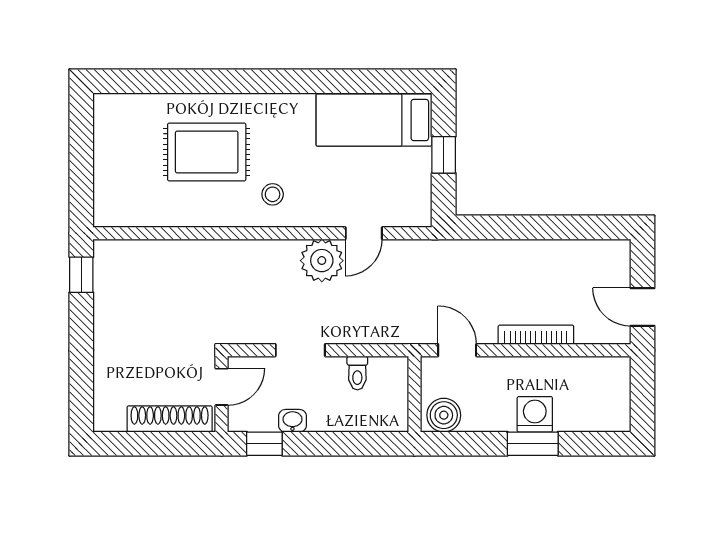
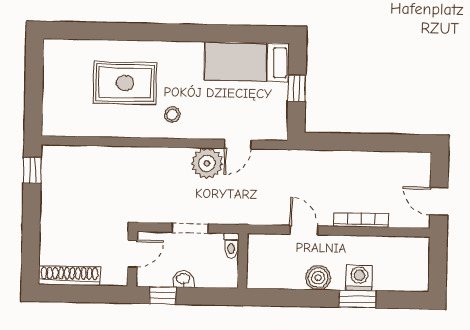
wall: (414, 394) -> (243, 261), moved
boiler: (444, 415) -> (318, 278), moved
shoe rack: (170, 419) -> (70, 276), moved

